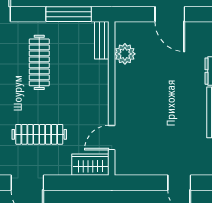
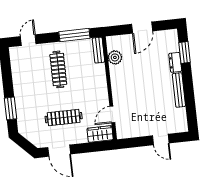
door: (170, 14) -> (142, 28), hinge flipped

